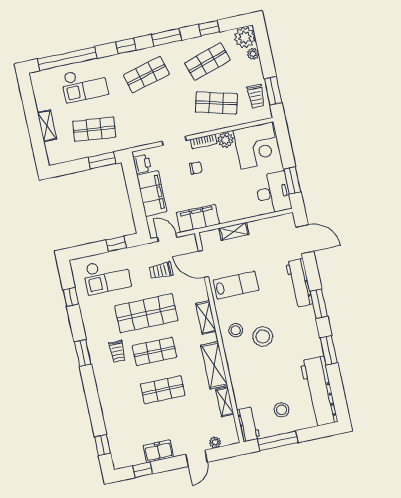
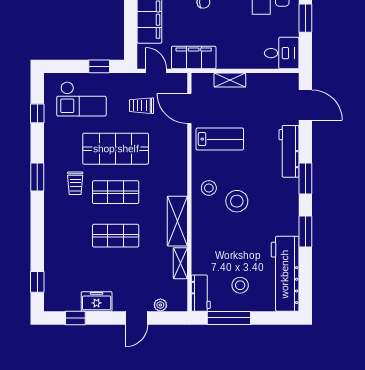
window: (292, 180) -> (305, 18), moved
desk: (273, 193) -> (282, 53), width x0.73
shelving: (206, 317) -> (179, 167), removed

